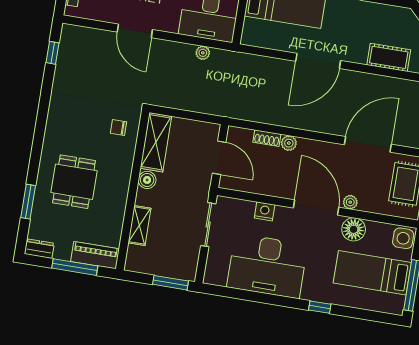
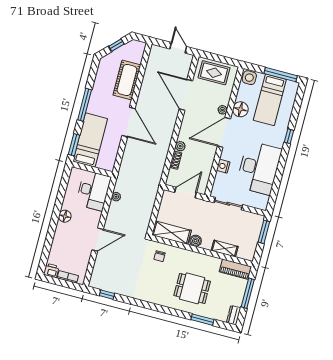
cot: (389, 57) -> (127, 80), width x1.37, depth x1.34
piano: (95, 255) -> (235, 269), moved, turned -90

